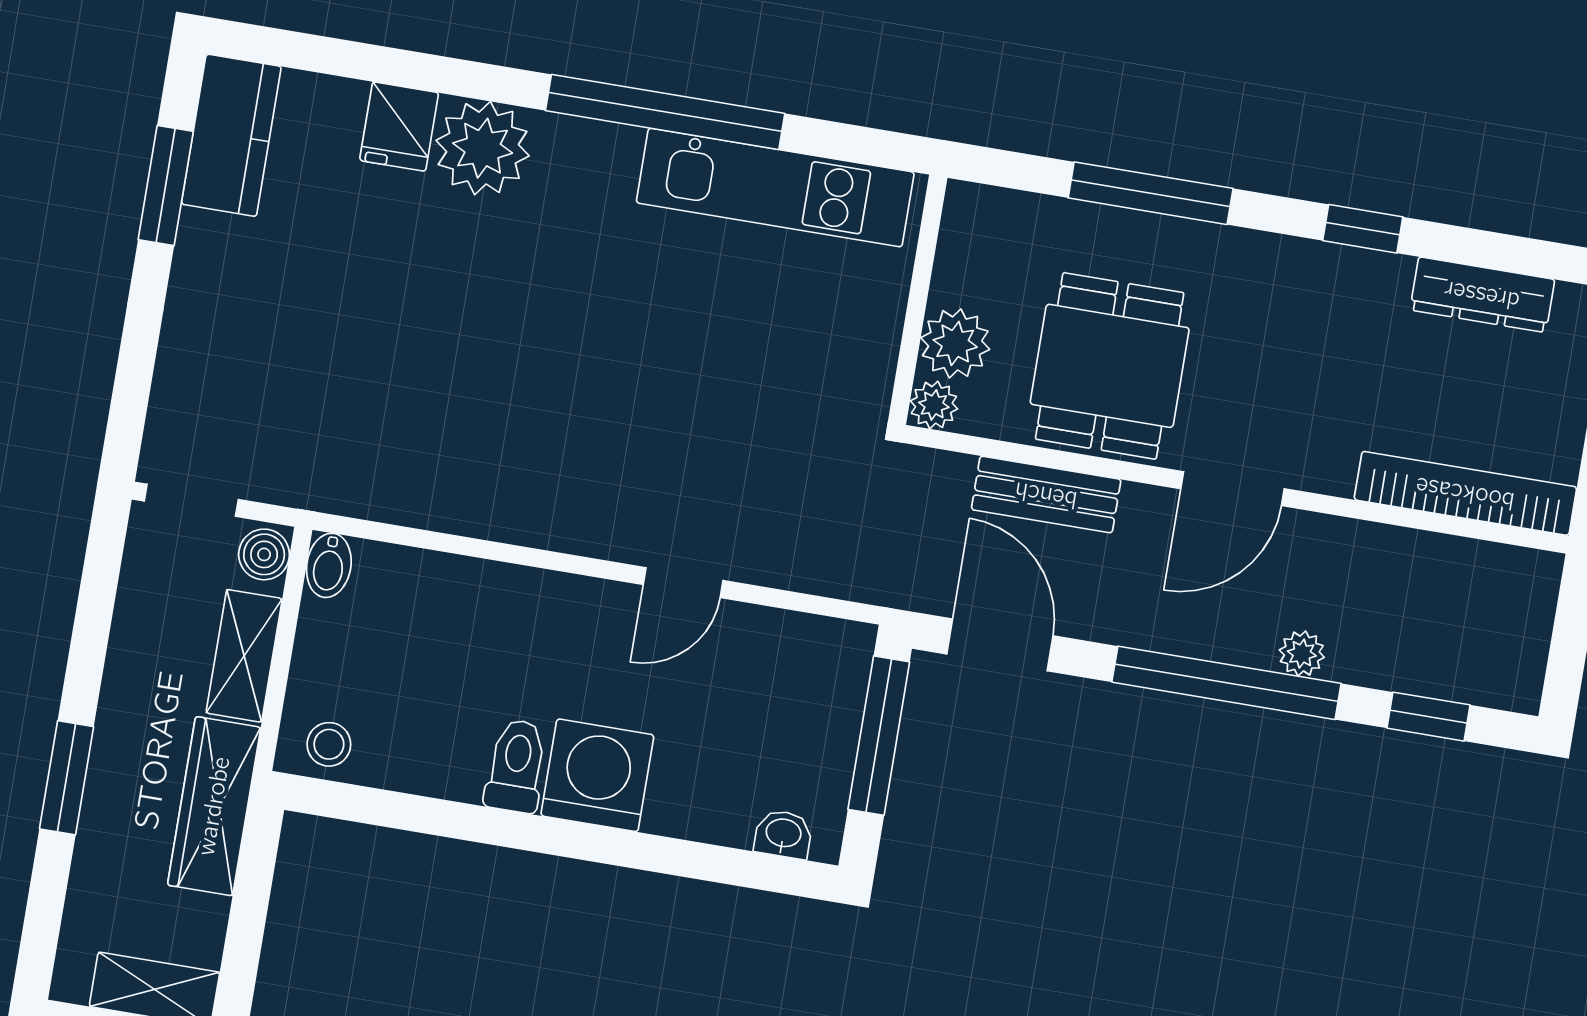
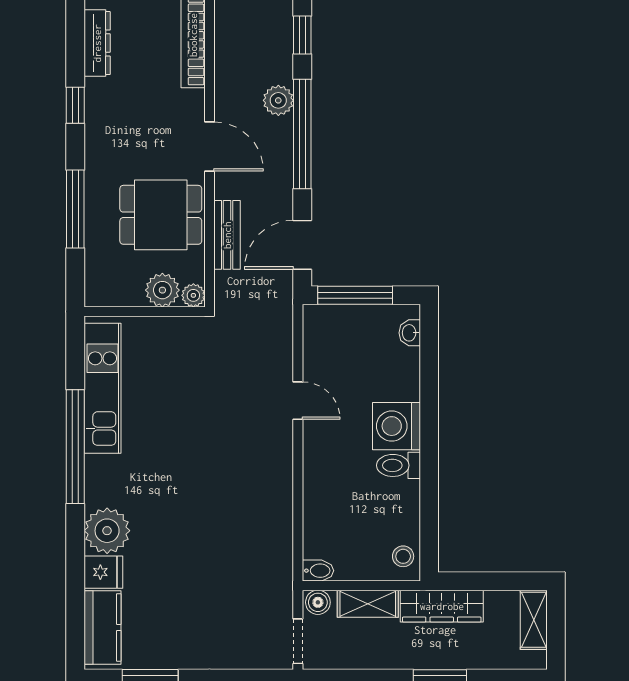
kitchen counter: (231, 135) -> (103, 627), moved, turned 90
plant: (1302, 654) -> (278, 100), width x1.38, depth x1.38

